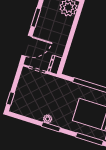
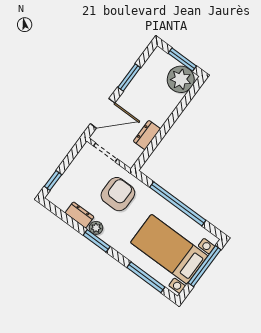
dresser: (55, 65) -> (147, 135), moved
armchair: (54, 93) -> (118, 194), added
dresser: (35, 114) -> (80, 215), added

